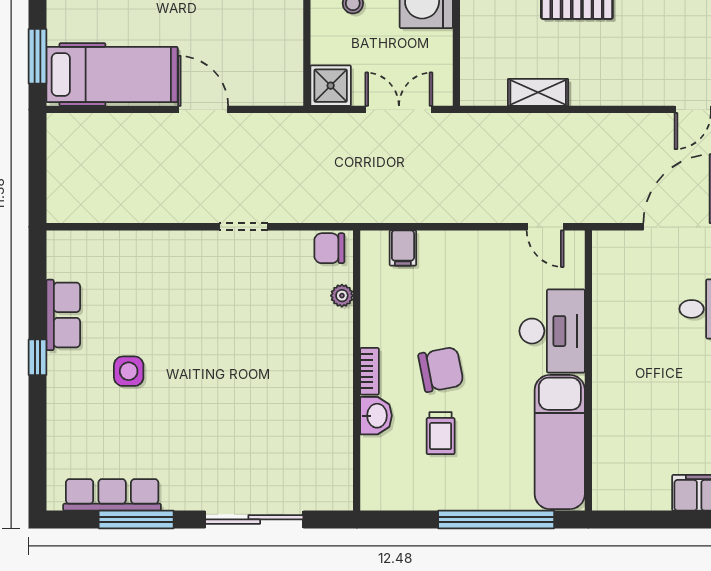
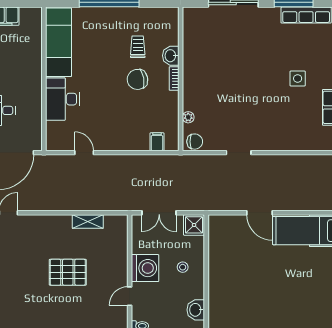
desk: (552, 331) -> (62, 99), moved
wall: (588, 370) -> (44, 79), moved
exam couch: (560, 442) -> (59, 42), moved

